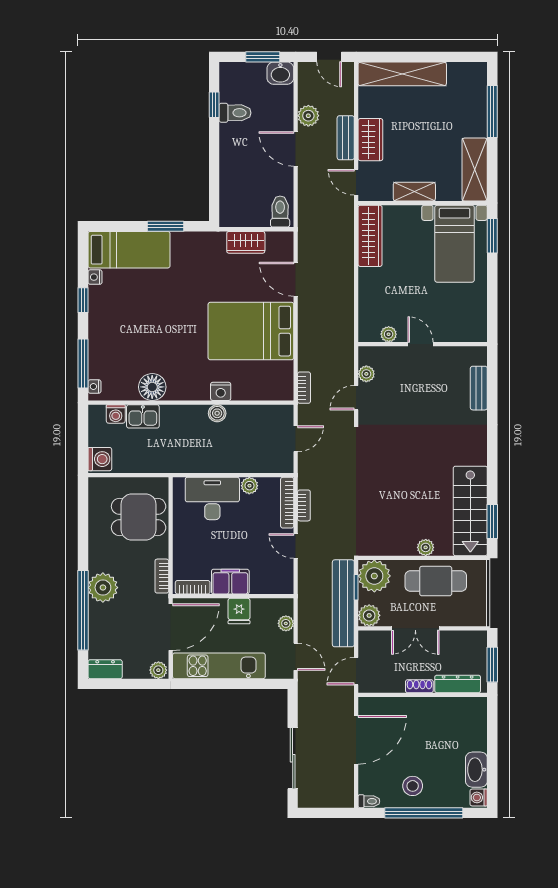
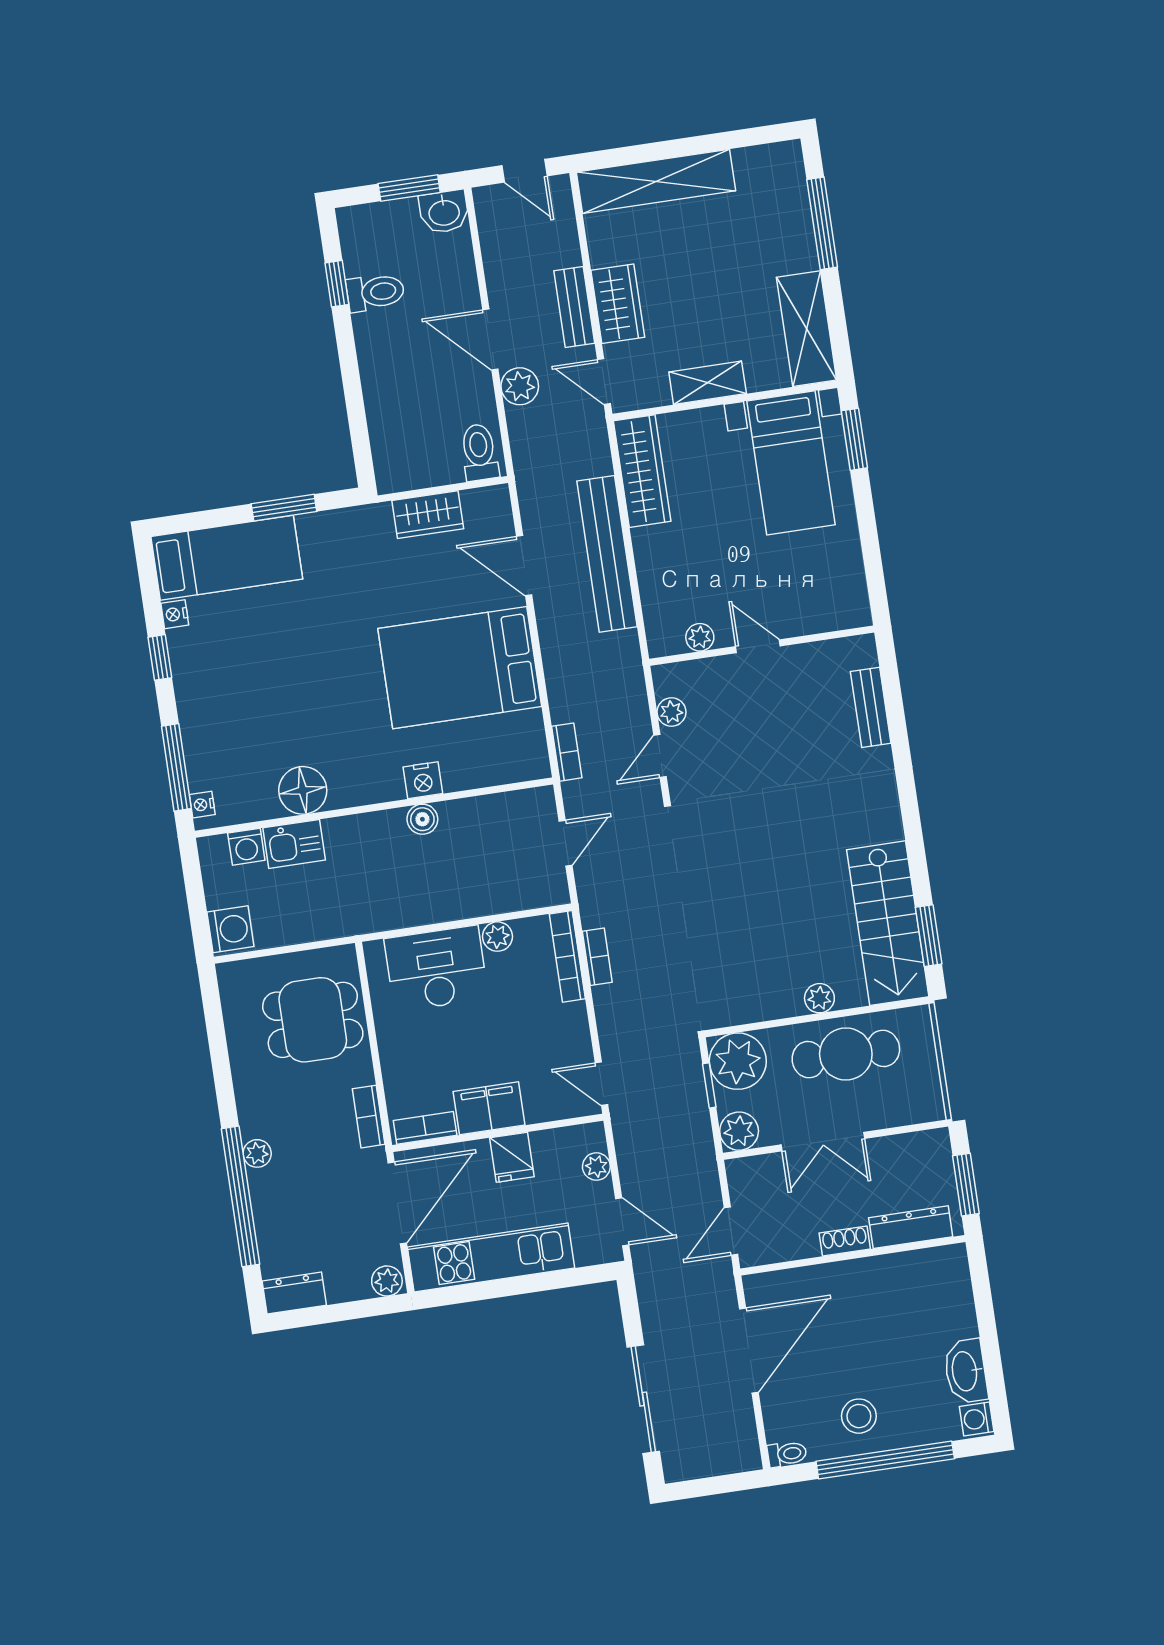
plant: (308, 116) -> (520, 386), moved
door: (296, 546) -> (602, 1084), moved
plant: (103, 588) -> (257, 1153), width x0.53, depth x0.53
bench: (343, 603) -> (607, 554), moved

